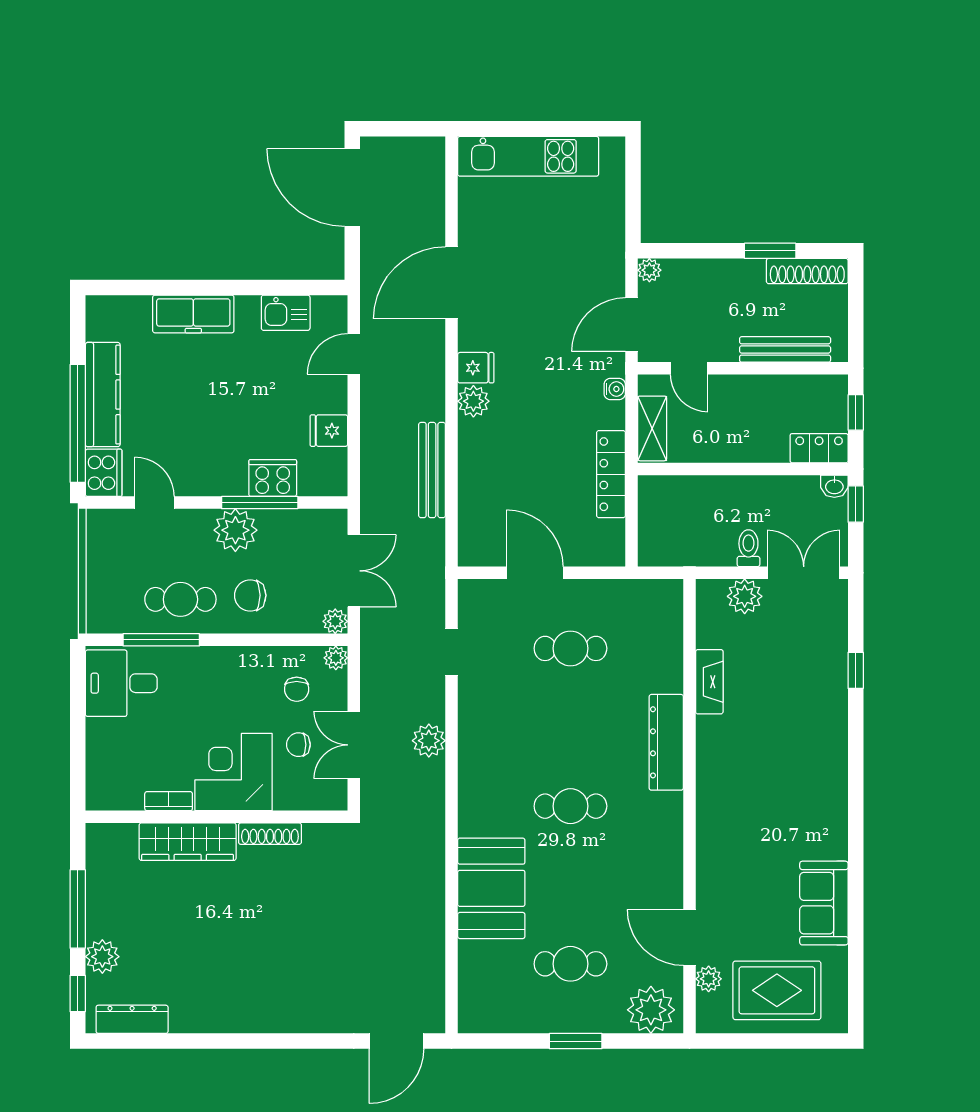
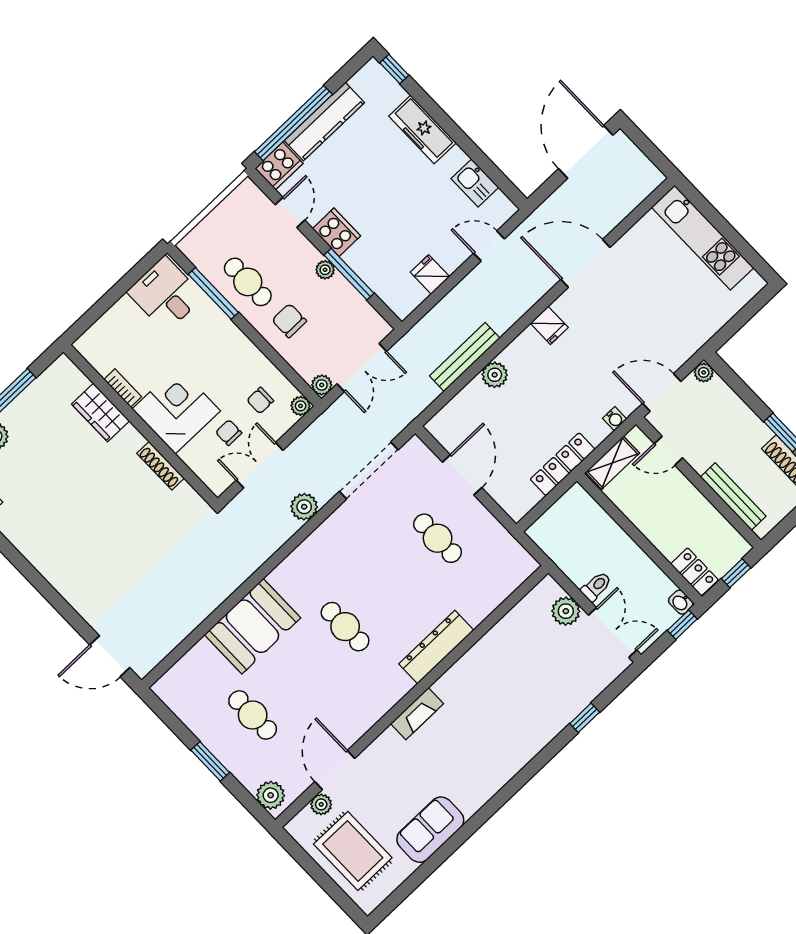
window: (116, 287) -> (394, 69), added
door: (689, 368) -> (668, 451), hinge flipped
plant: (473, 401) -> (495, 375), moved
cooker: (273, 478) -> (336, 232), moved
plant: (235, 530) -> (325, 270), width x0.53, depth x0.53
doorway: (451, 652) -> (369, 471), width x1.87
fireplace: (709, 682) -> (417, 714), moved
wardrobe: (188, 842) -> (101, 412), width x0.67
plant: (651, 1010) -> (271, 795), width x0.73, depth x0.73

